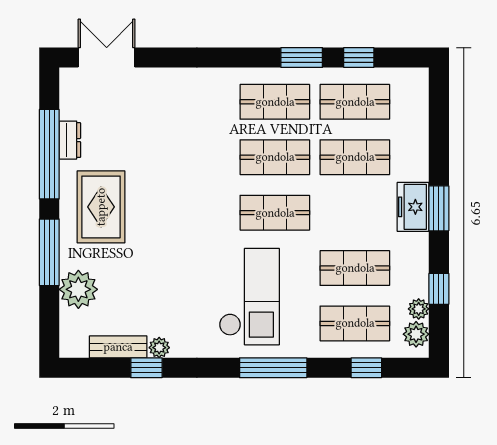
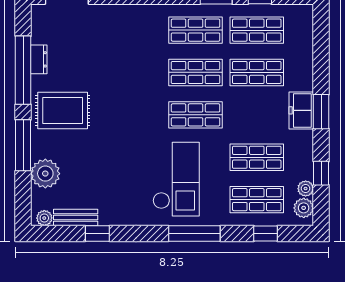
rug: (101, 207) -> (63, 111), turned 90
plant: (159, 348) -> (44, 218), moved

